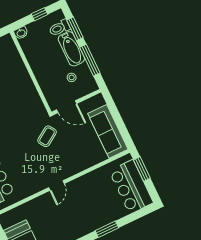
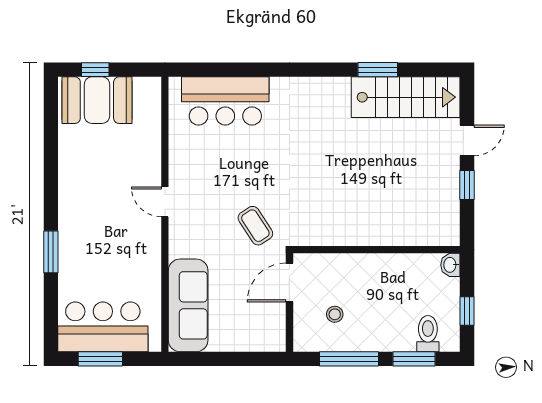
bathtub: (71, 49) -> (383, 337), removed
sofa: (108, 131) -> (188, 305), moved, turned 90
window: (142, 169) -> (100, 359), moved

